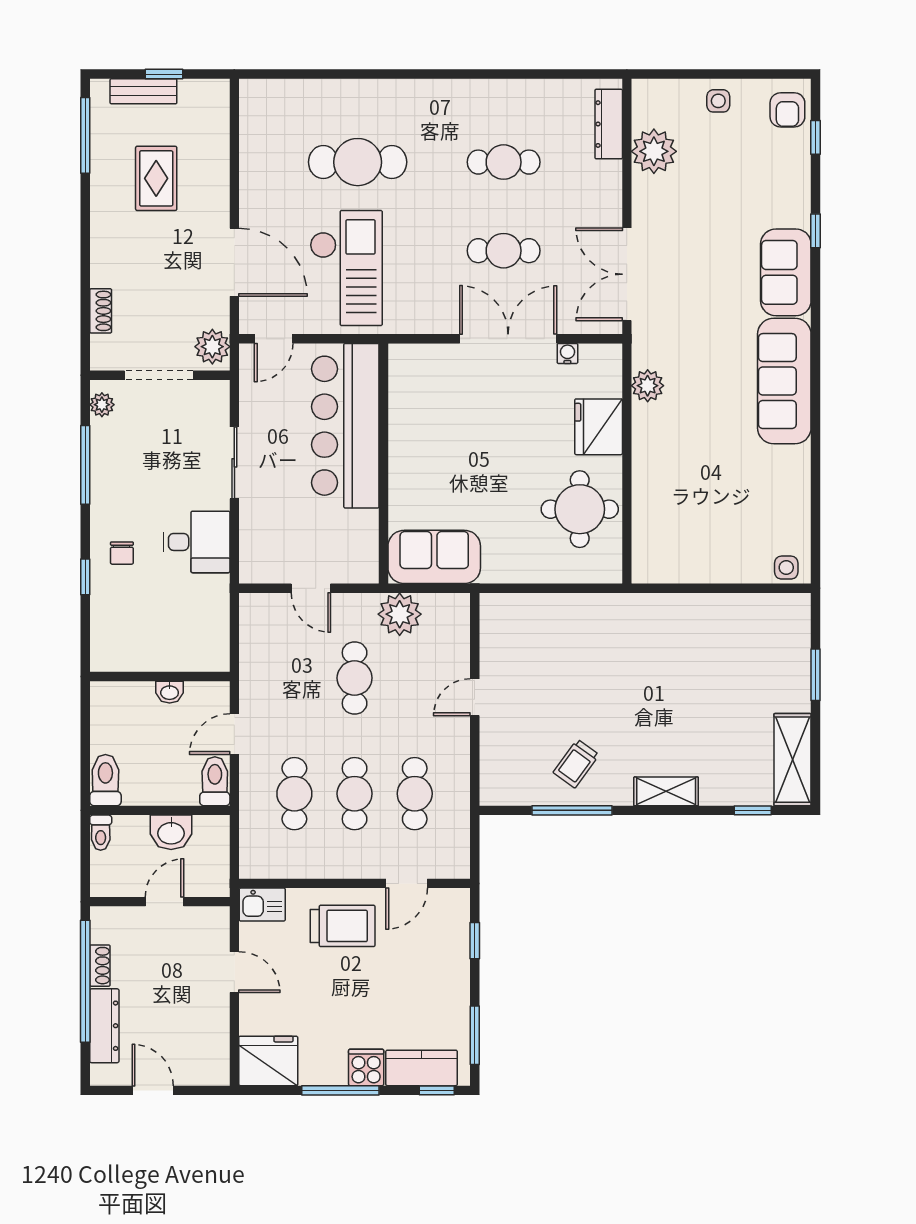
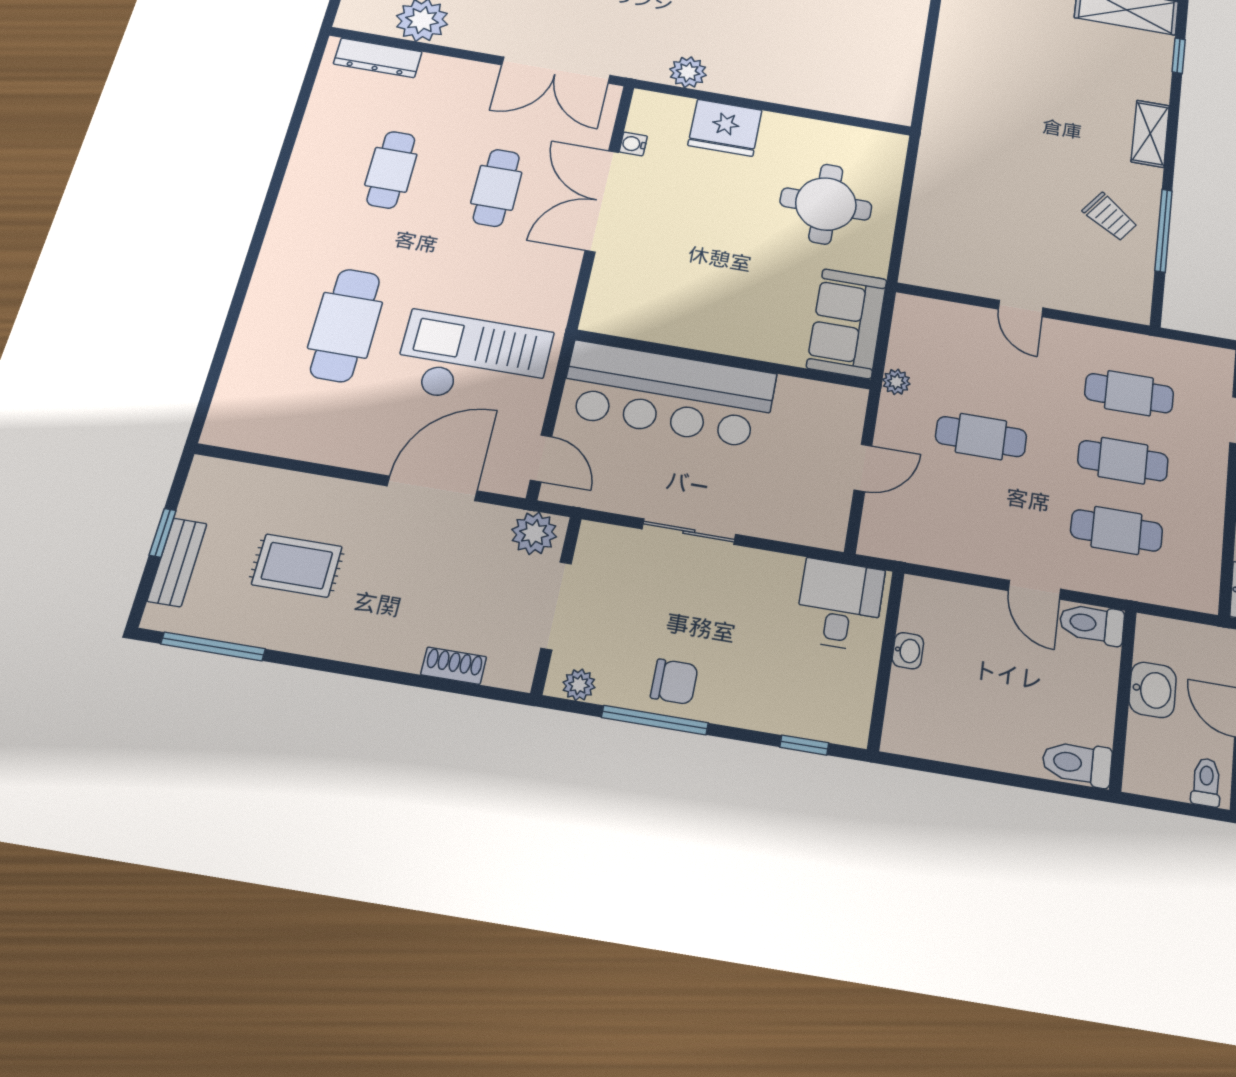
round table: (580, 509) -> (826, 204), moved
desk: (196, 542) -> (840, 605), moved
chair: (122, 553) -> (674, 682), moved, width x1.37, depth x1.37
plant: (400, 614) -> (896, 382), width x0.53, depth x0.53
wall: (160, 676) -> (886, 660), moved
washbasin: (170, 692) -> (908, 651), moved
toilet: (101, 833) -> (1206, 782), moved, turned -90

